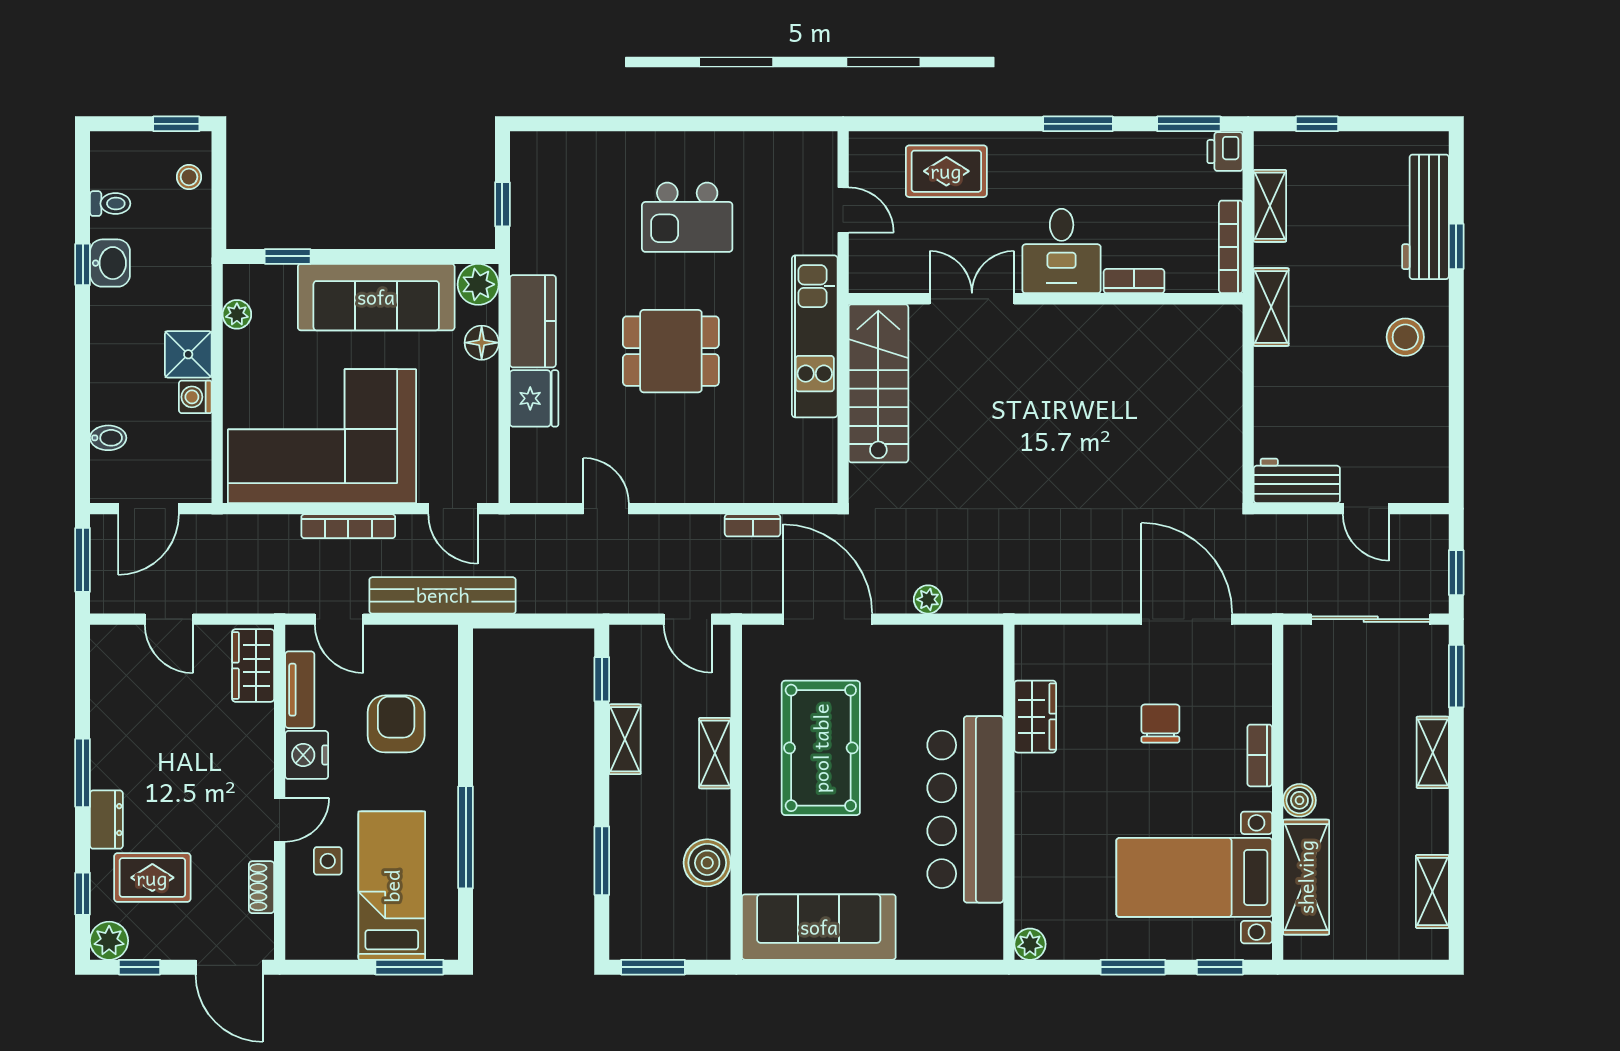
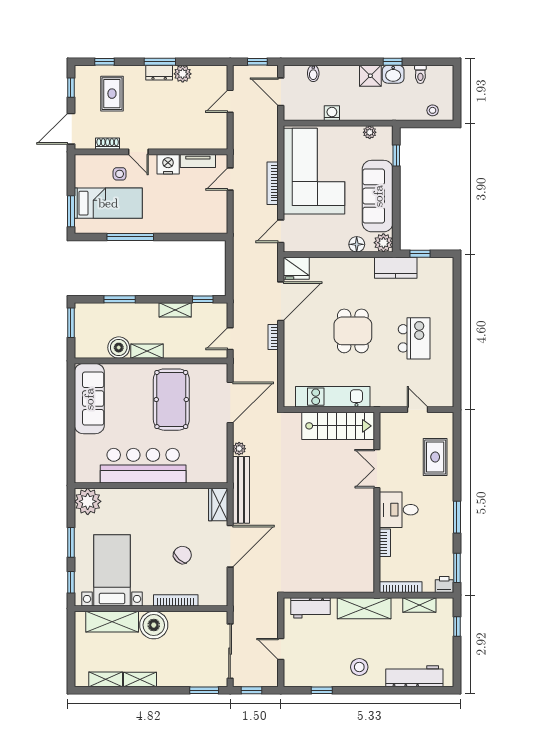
window: (176, 124) -> (457, 105), removed
door: (843, 210) -> (417, 410), swing flipped
kitchen island: (687, 217) -> (414, 338), turned 180
window: (1456, 246) -> (322, 690), moved
double door: (972, 299) -> (377, 469), swing flipped
shelving: (1271, 307) -> (364, 608), width x1.50, depth x1.33
kitchen counter: (533, 321) -> (396, 268), moved
kitchen unit: (815, 336) -> (333, 397), moved
shower: (188, 354) -> (370, 76), moved
fridge: (534, 398) -> (296, 268), moved
workbench: (1297, 481) -> (310, 608), moved, turned 90
door: (606, 509) -> (281, 301), width x1.88
door: (1366, 509) -> (281, 649), hinge flipped
bookcase: (753, 525) -> (273, 337), moved
window: (83, 560) -> (257, 62), width x0.67
bench: (443, 595) -> (241, 490), moved
door: (1187, 619) -> (230, 546), moved
wardrobe: (253, 665) -> (209, 140), removed
wardrobe: (1035, 717) -> (218, 505), moved, turned 90
chair: (1160, 723) -> (182, 555), turned -48
armchair: (396, 724) -> (182, 205), removed
pool table: (821, 748) -> (171, 400), turned 90
shelving: (1433, 752) -> (140, 680), moved
shelving: (715, 753) -> (147, 351), moved
bookcase: (1260, 755) -> (176, 600), width x1.56
boiler: (1299, 800) -> (154, 625), width x1.86, depth x1.86
dresser: (106, 820) -> (159, 73), moved
plant: (109, 941) -> (183, 74), moved
plant: (1030, 944) -> (88, 501), width x1.88, depth x1.88

